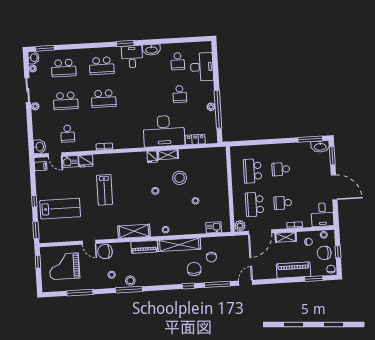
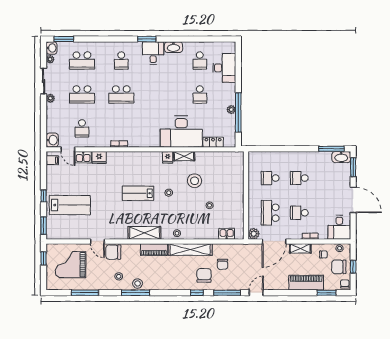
school desk: (102, 66) -> (121, 61), width x0.54
school desk: (253, 171) -> (270, 178), width x0.54
lab bench: (105, 190) -> (138, 193), moved, turned 90

